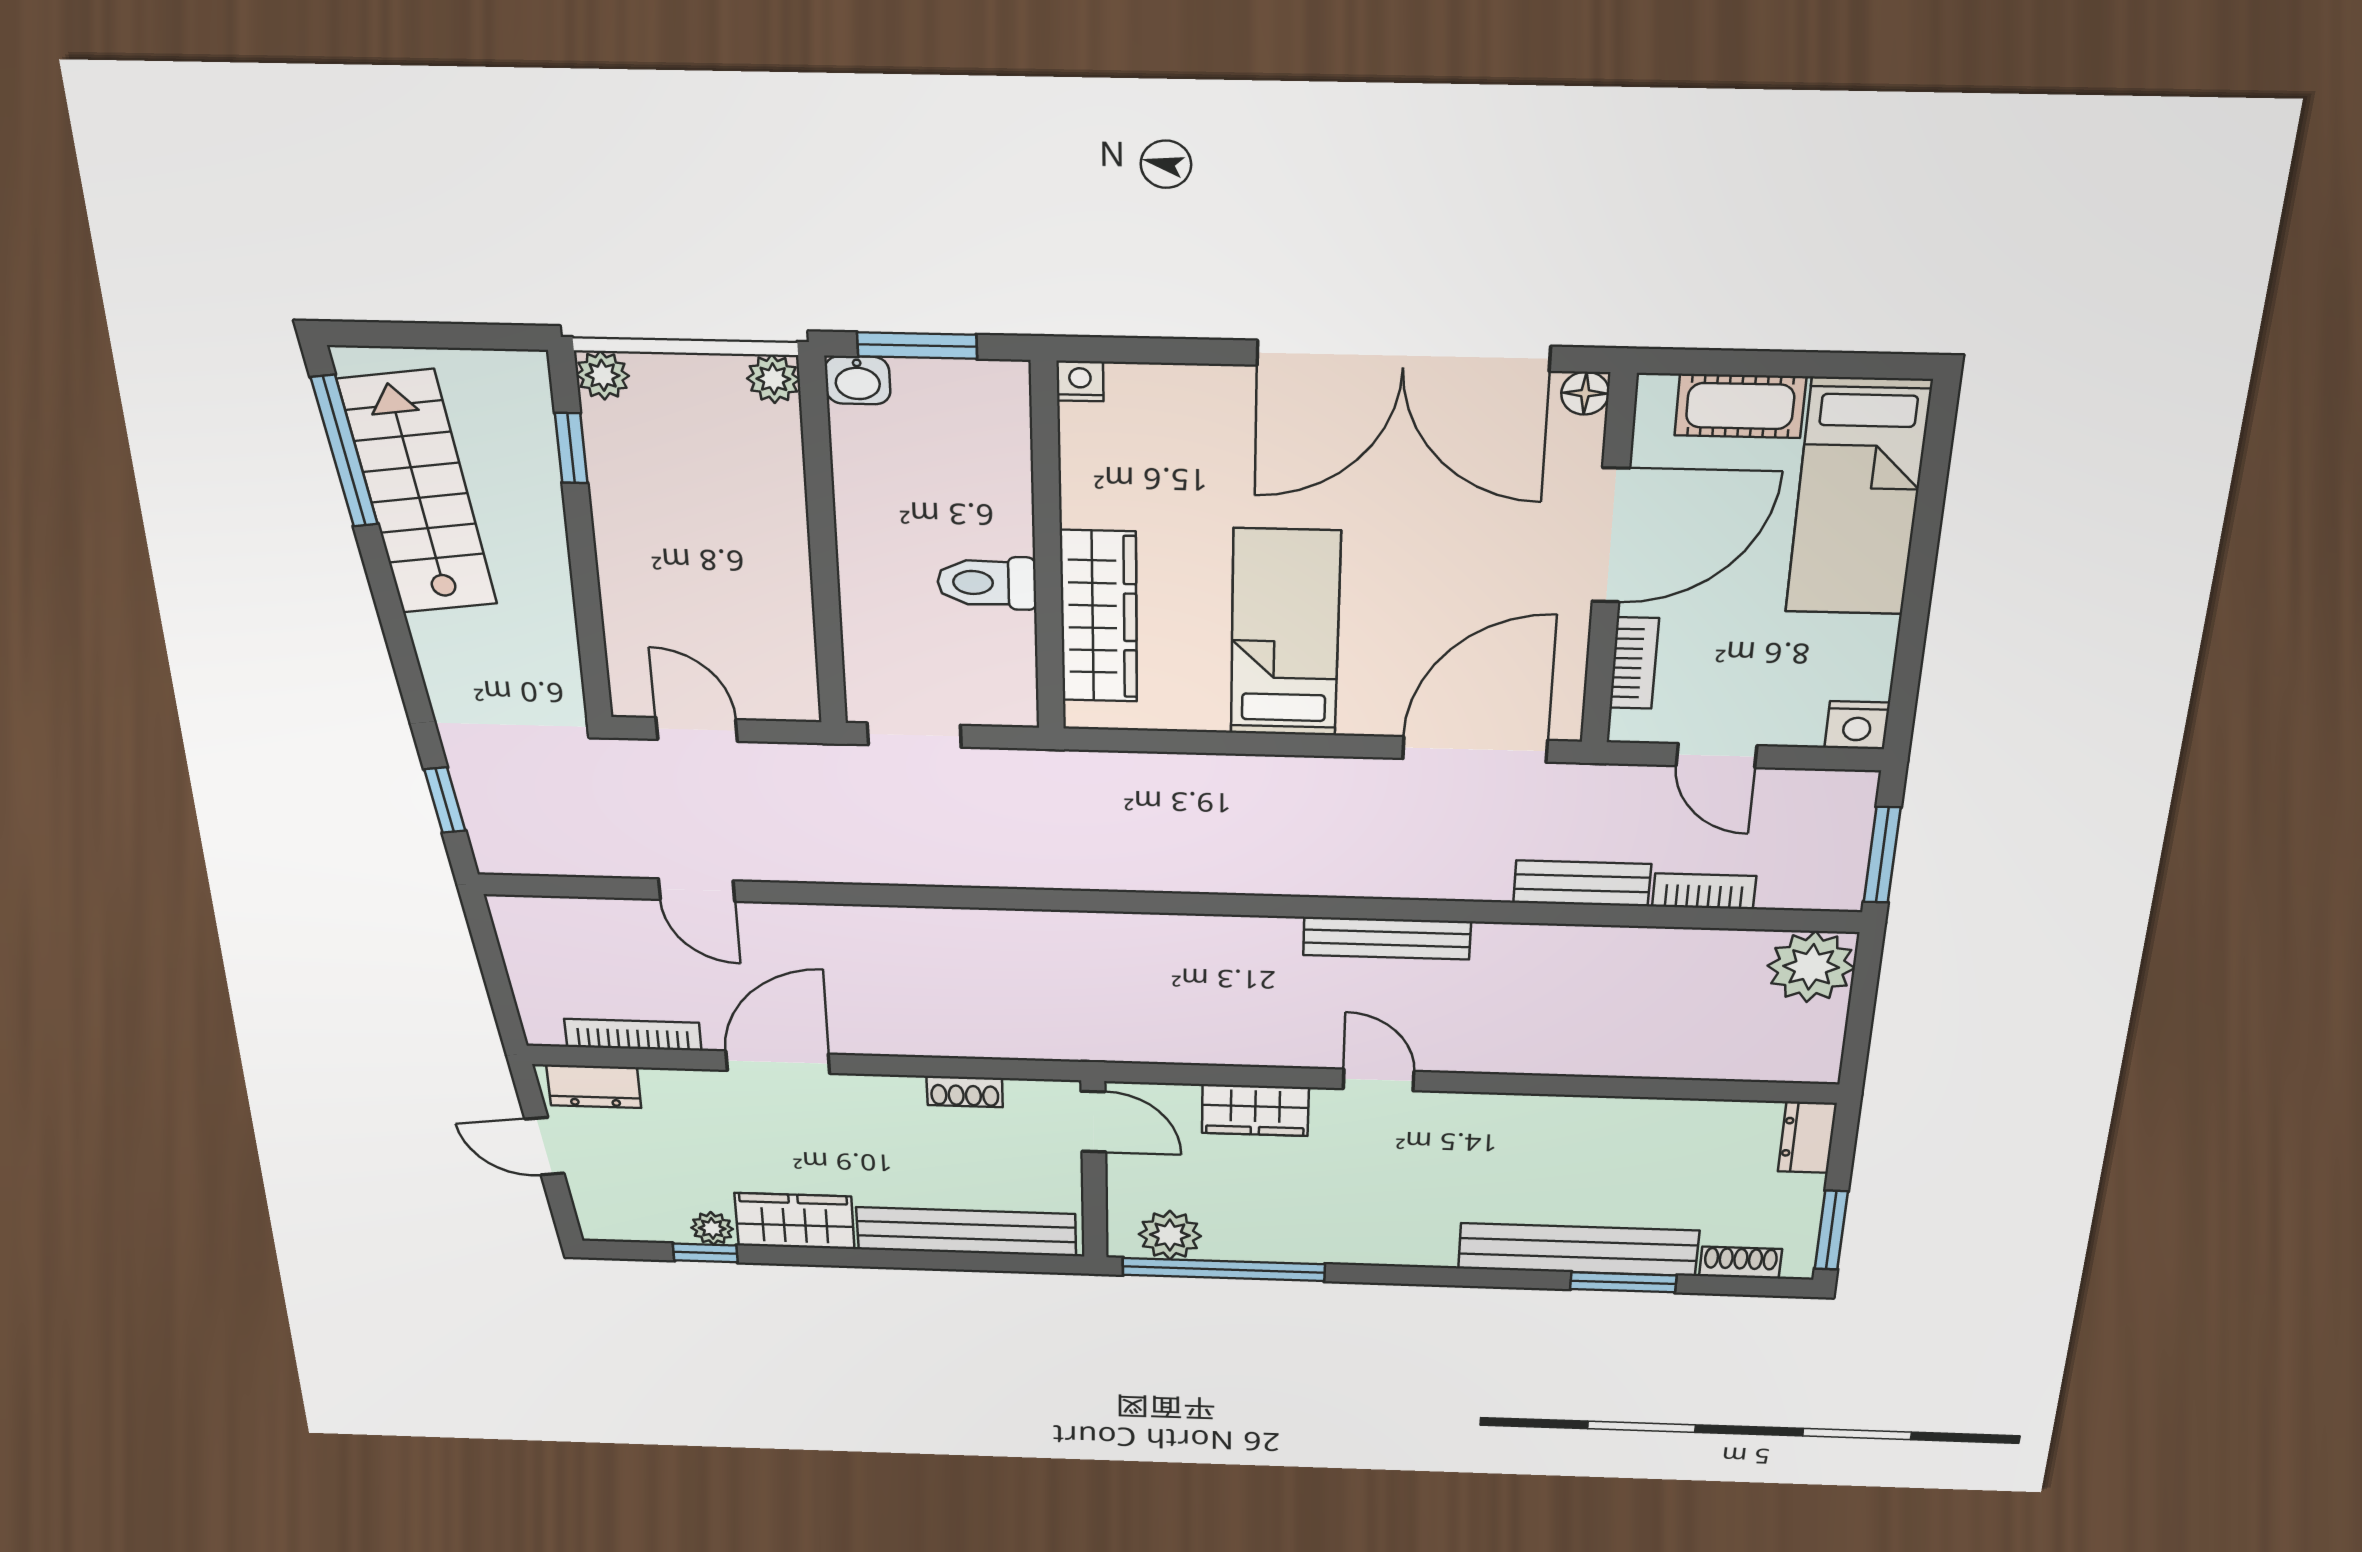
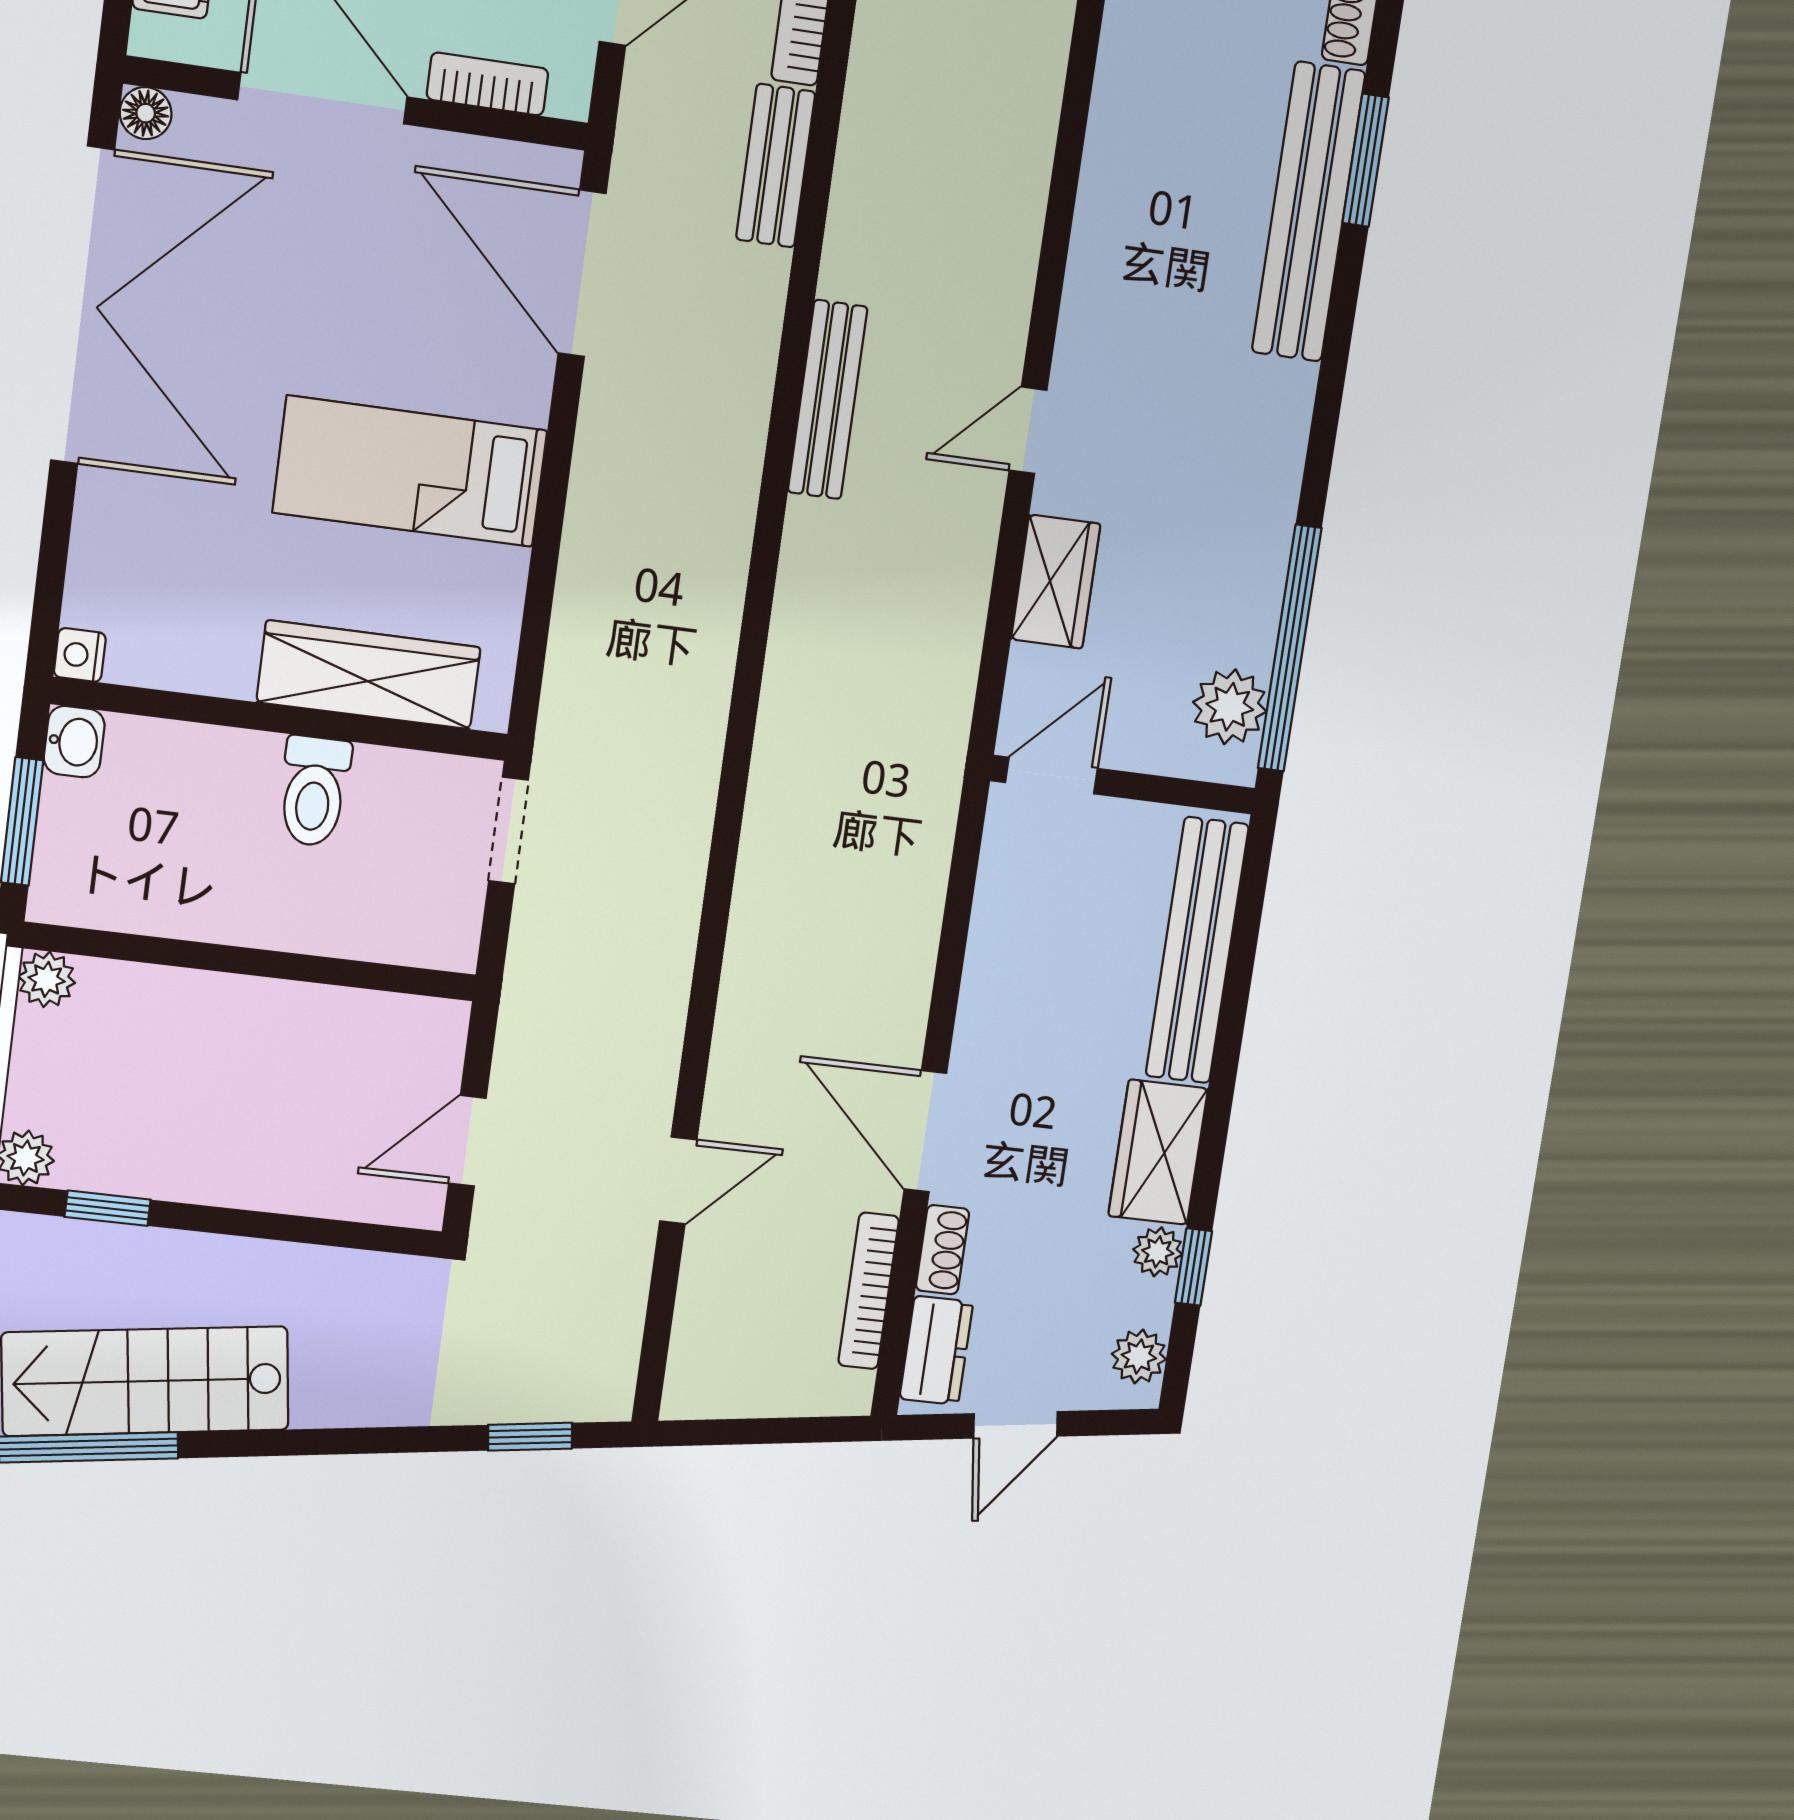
washbasin: (858, 380) -> (74, 742), moved
doorway: (914, 735) -> (508, 830), moved
shoe rack: (965, 1092) -> (943, 1250), moved
plant: (622, 1224) -> (1139, 1357), added

